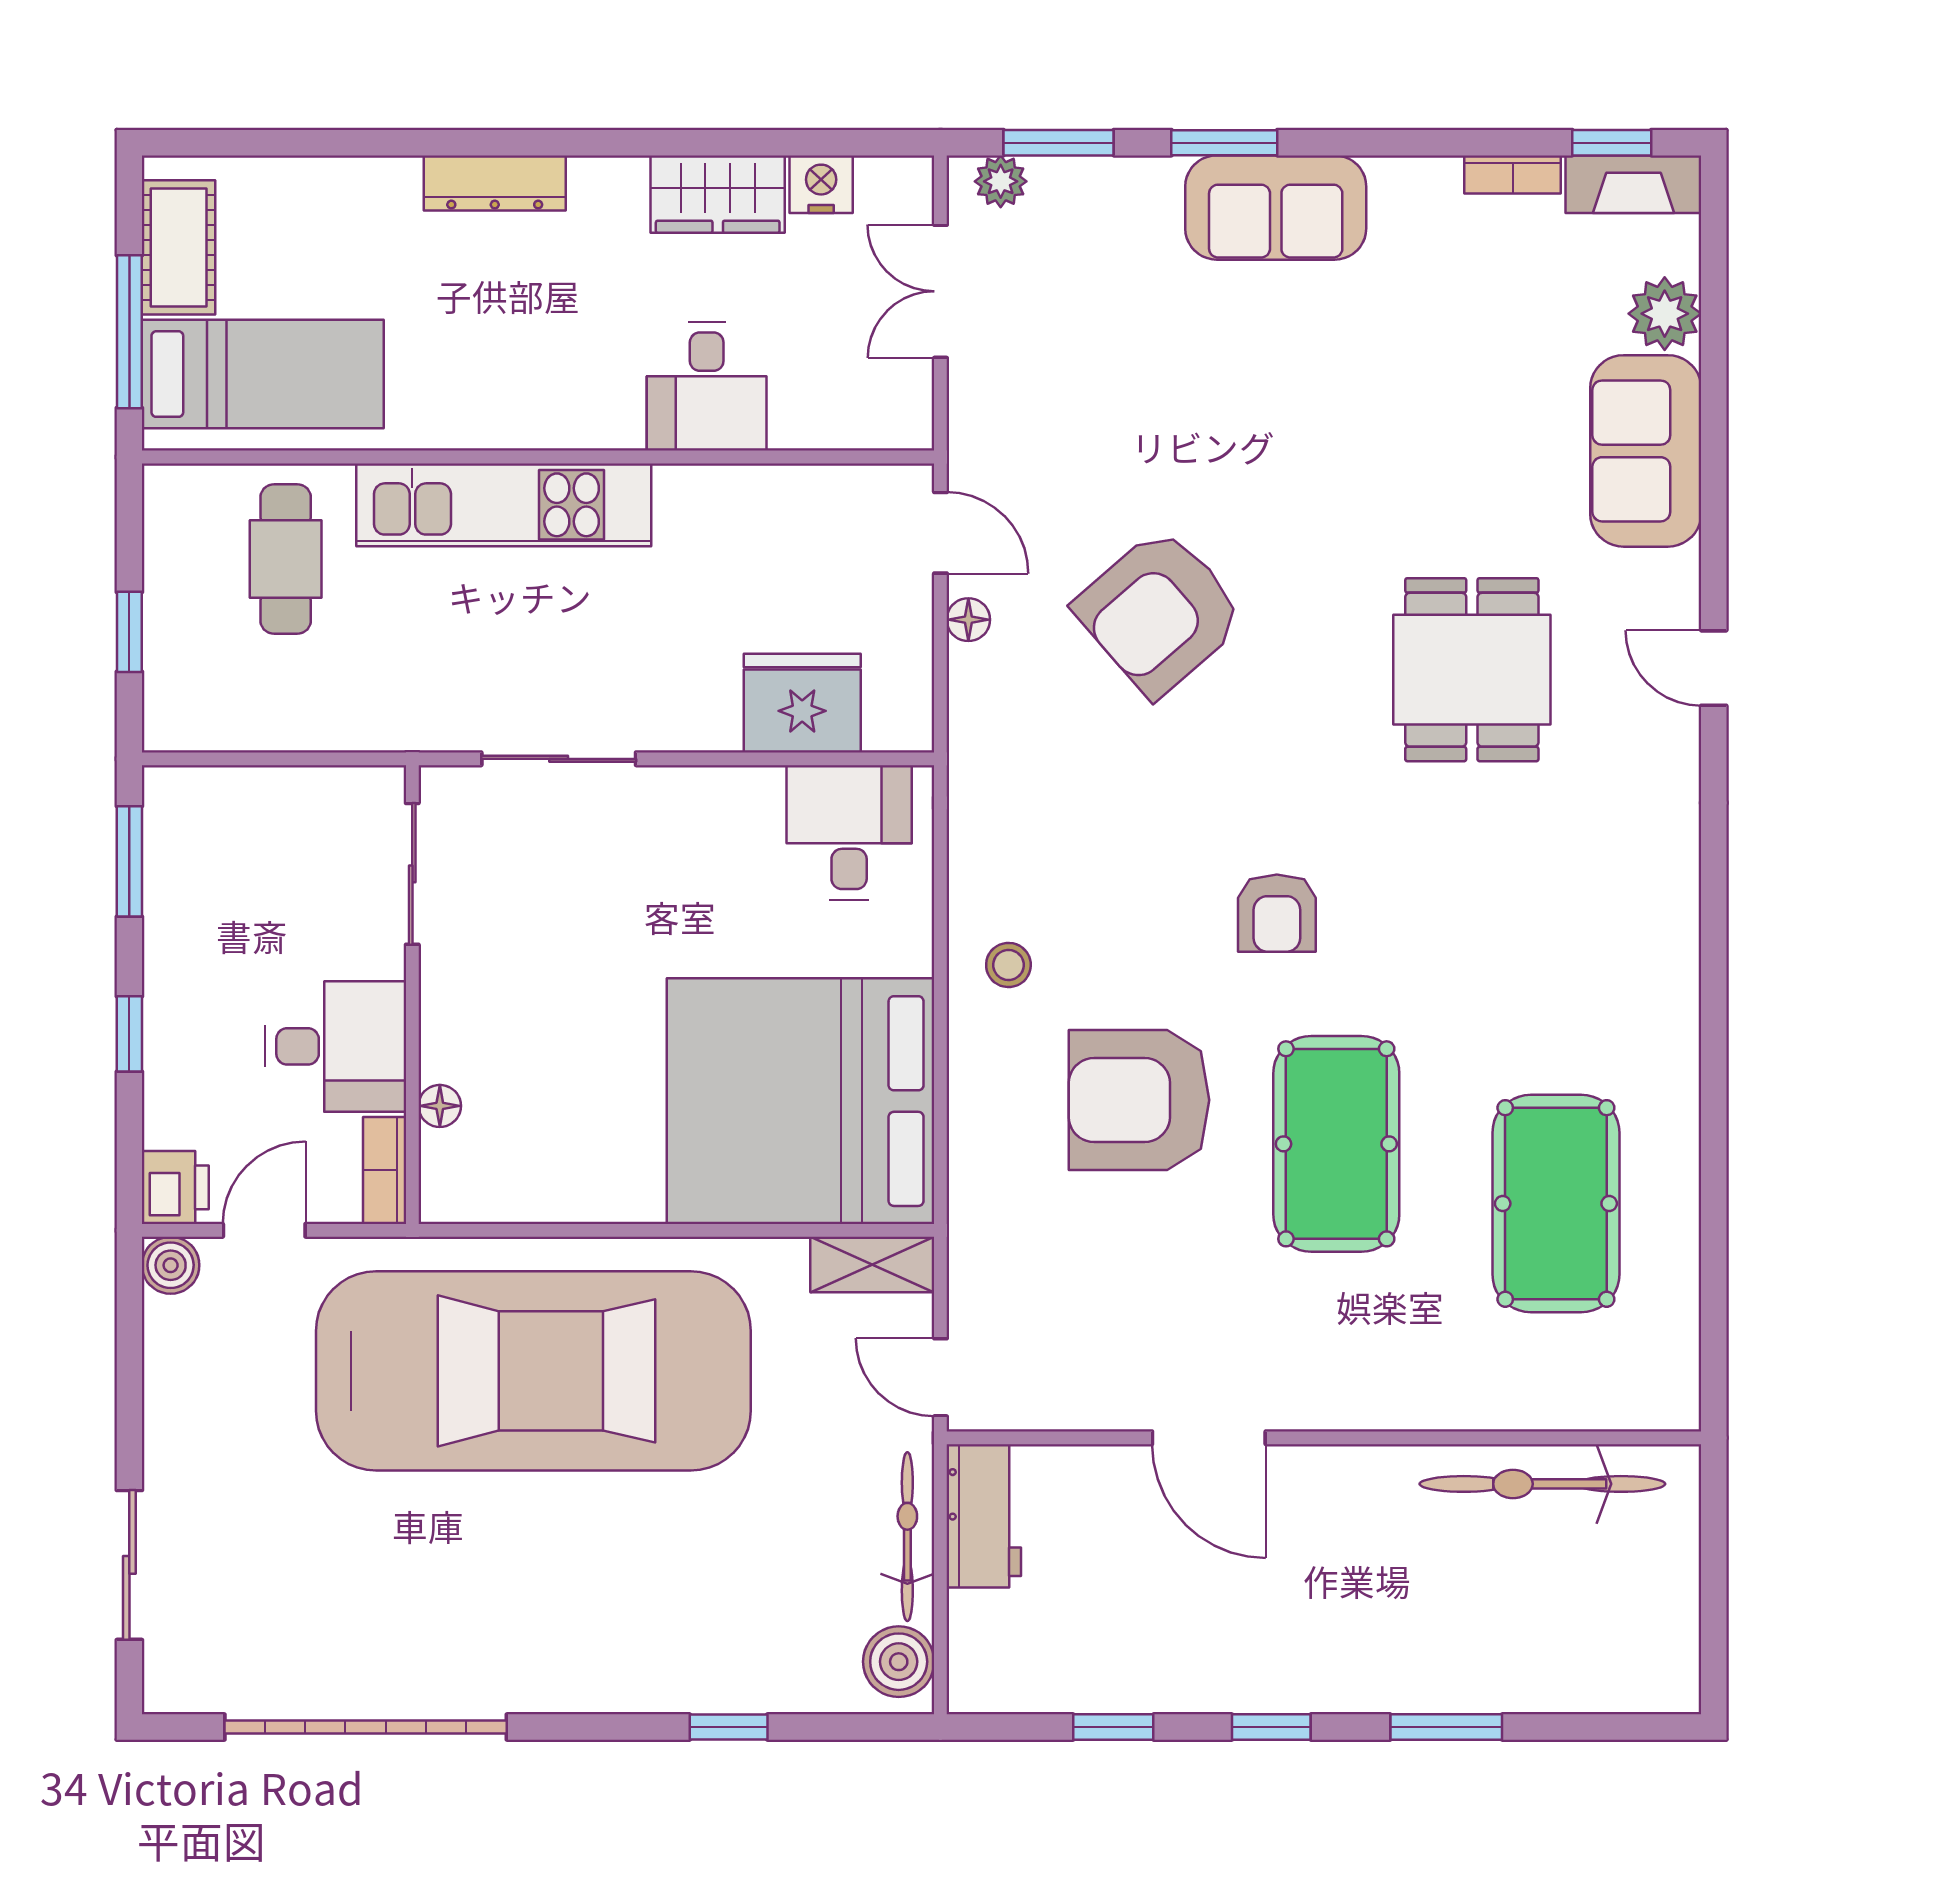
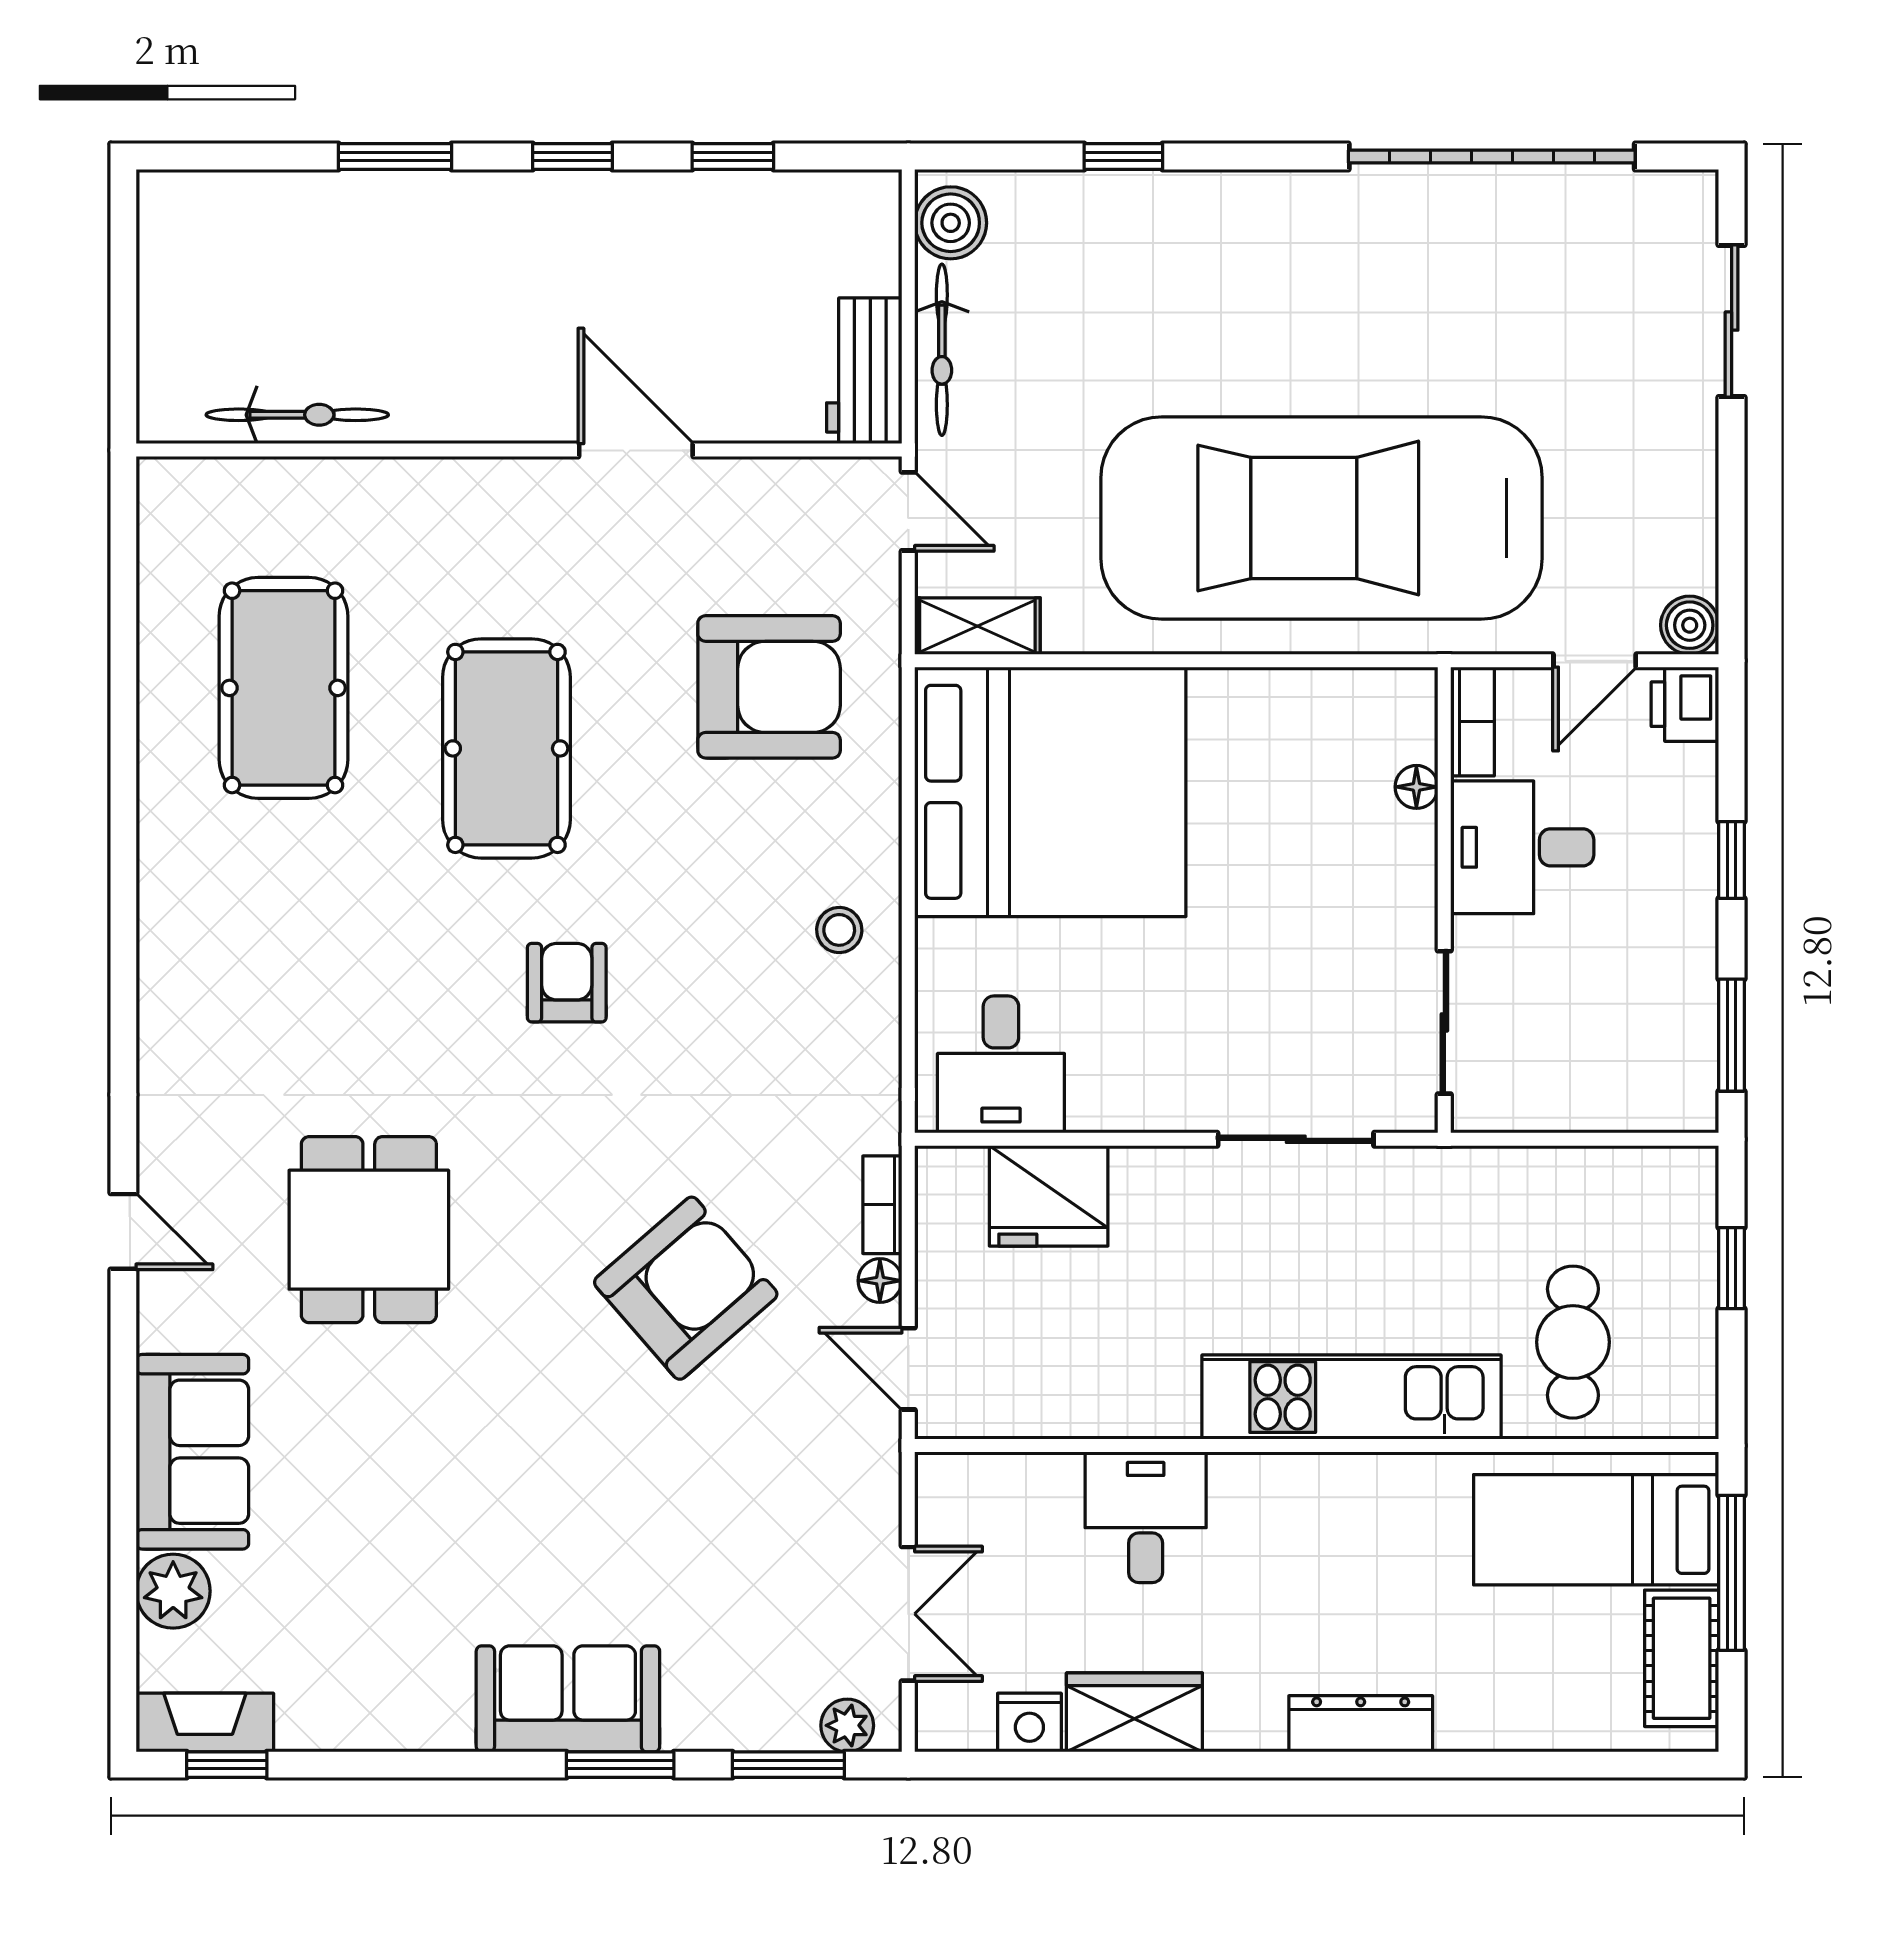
bookcase: (1513, 174) -> (882, 1205), moved, turned -90
armchair: (1139, 1100) -> (769, 687), moved
bicycle: (1542, 1484) -> (297, 415), width x0.73, depth x0.71

